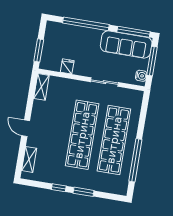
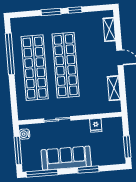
window: (86, 24) -> (88, 170), width x0.47
sofa: (126, 44) -> (66, 158), moved
window: (39, 50) -> (127, 147), moved
shelving: (41, 87) -> (114, 88), moved

